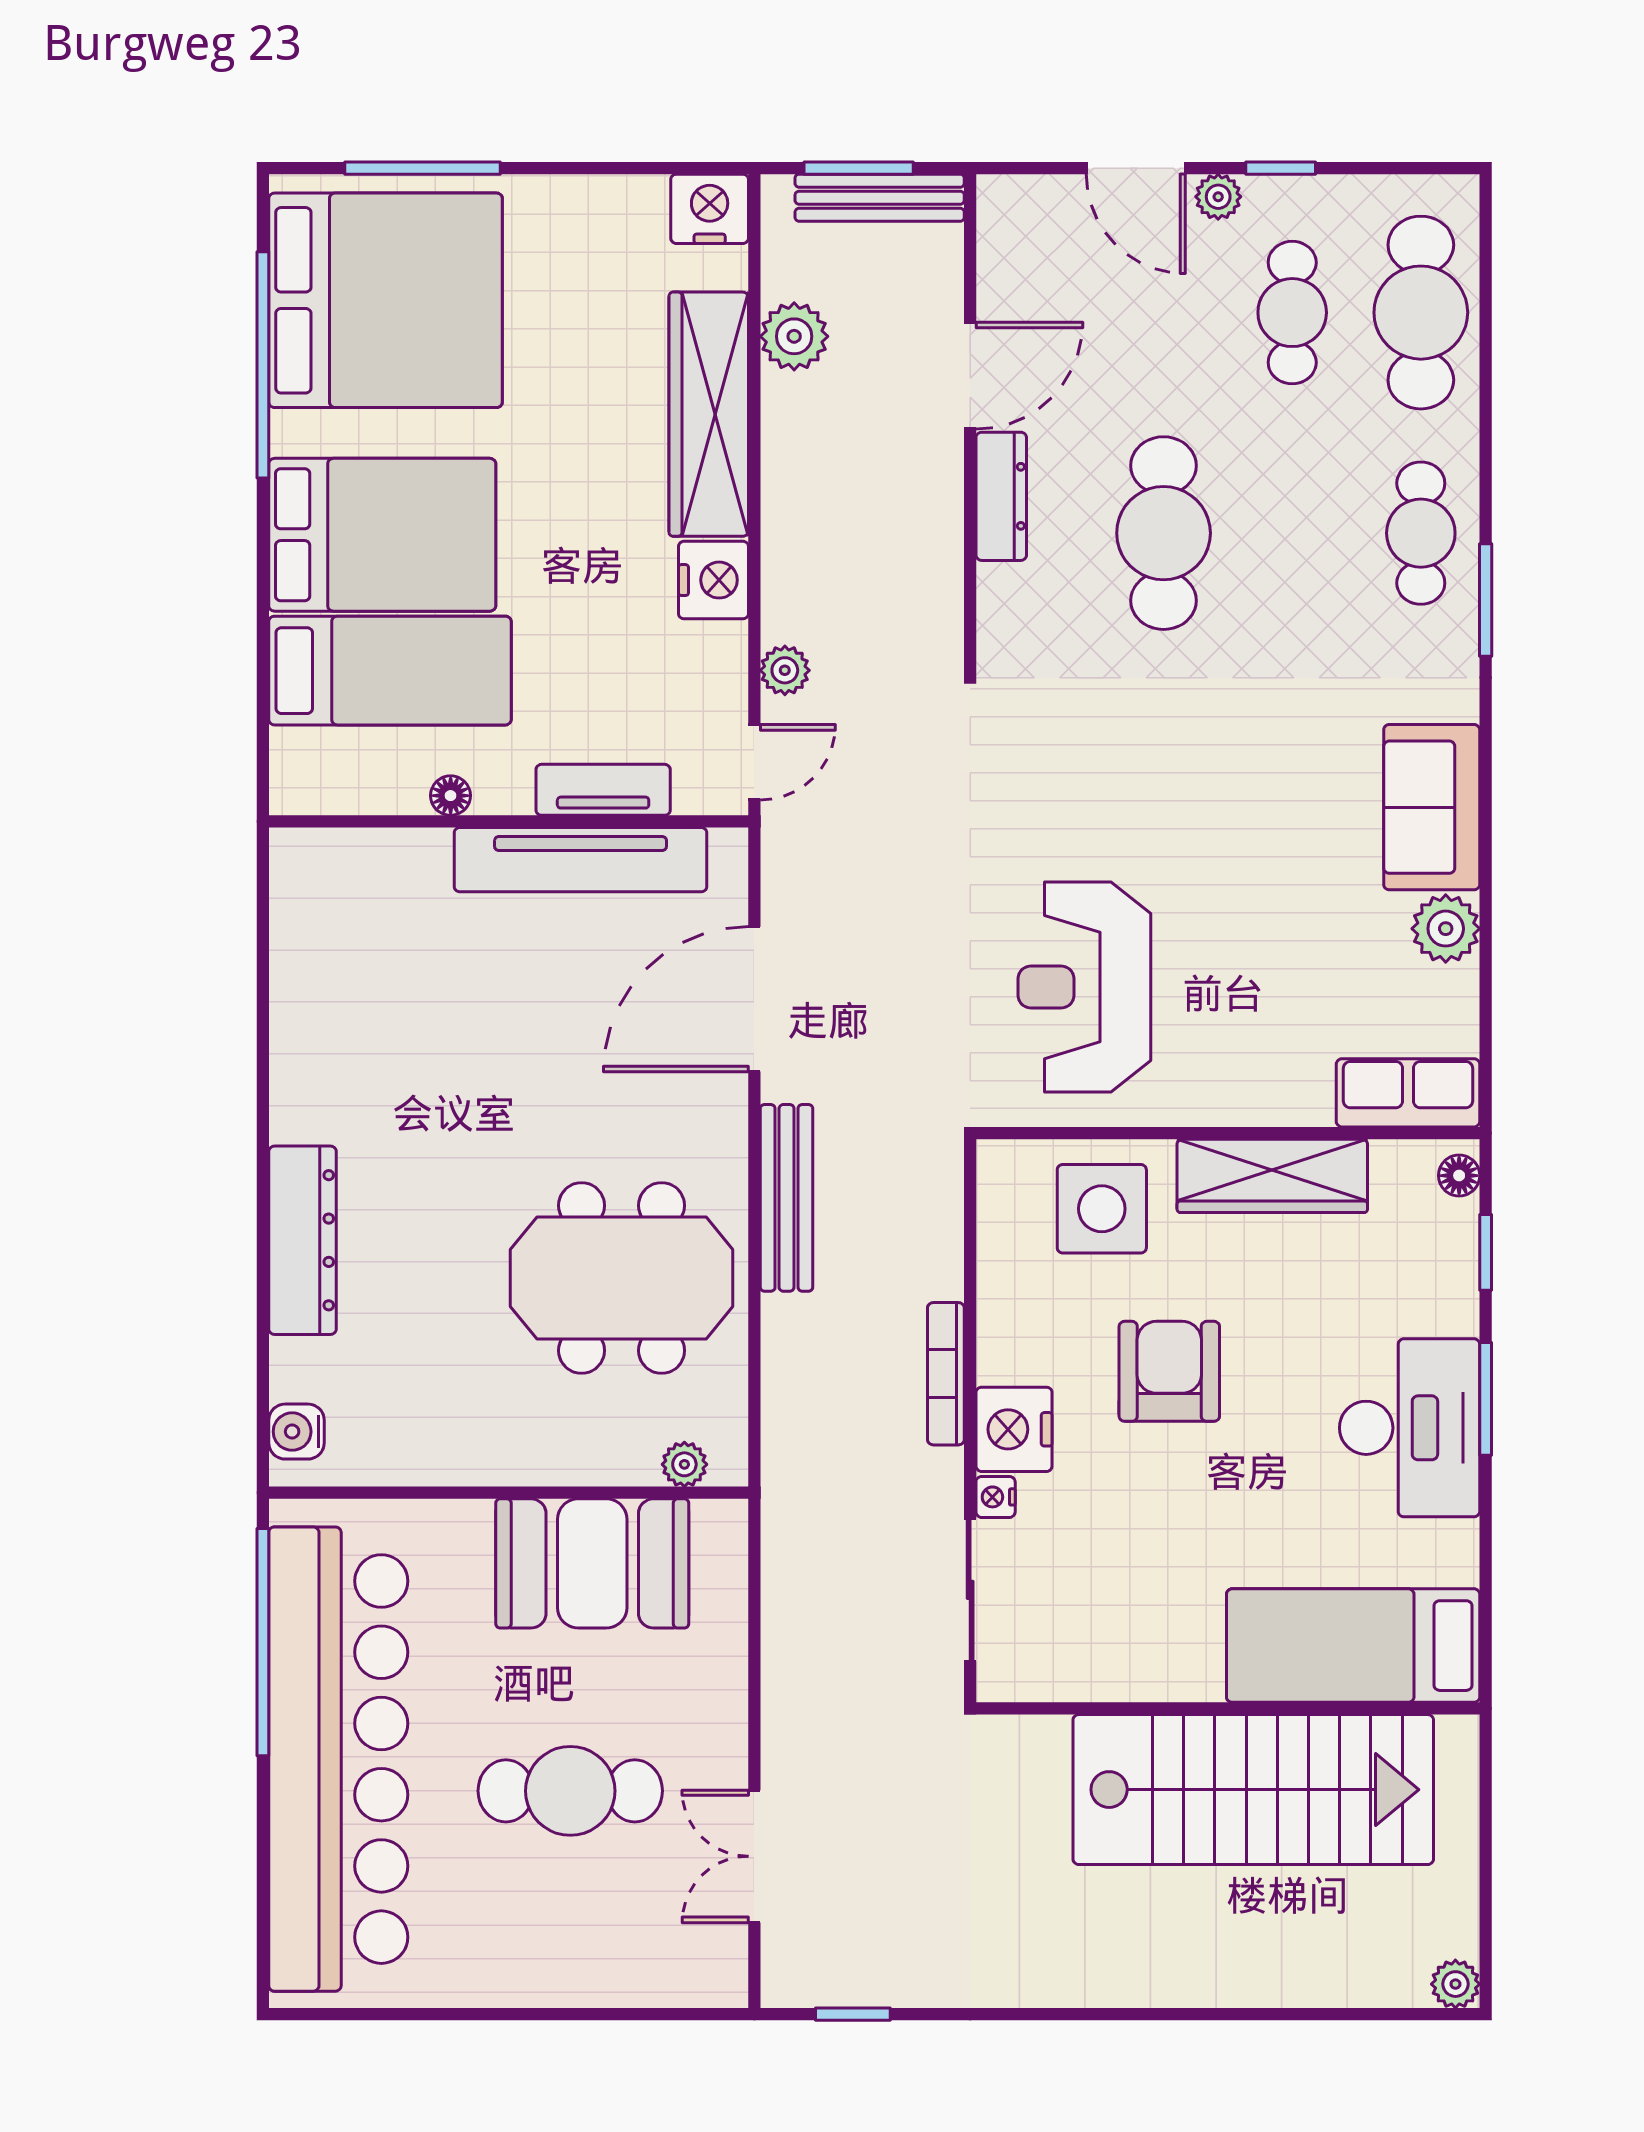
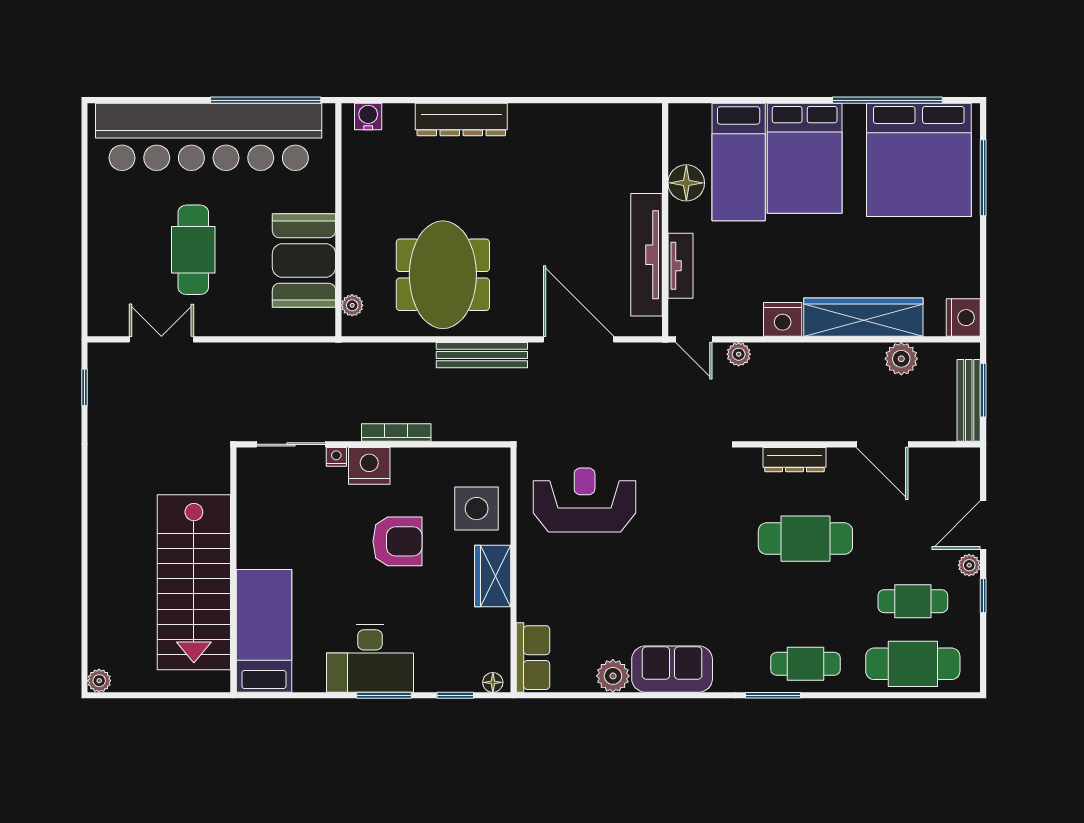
dresser: (1001, 496) -> (795, 460), moved
floor lamp: (451, 796) -> (686, 183), width x1.89, depth x1.89
wardrobe: (1272, 1176) -> (493, 576), width x0.67

